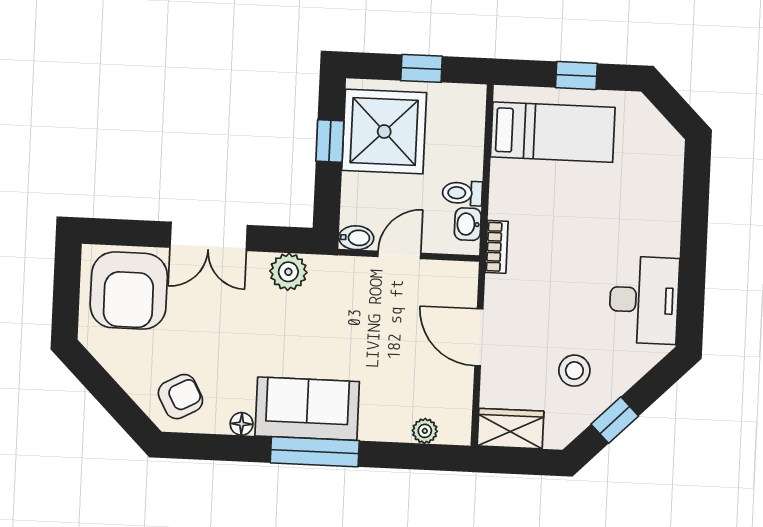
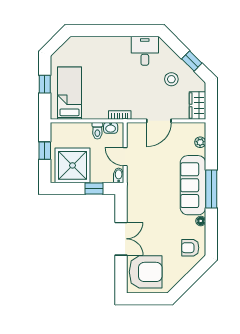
window: (330, 141) -> (94, 189), moved
plant: (288, 272) -> (135, 204), removed
desk: (644, 300) -> (145, 51), width x0.73
armchair: (180, 397) -> (190, 248), turned -62
sofa: (307, 409) -> (193, 185), width x1.36

